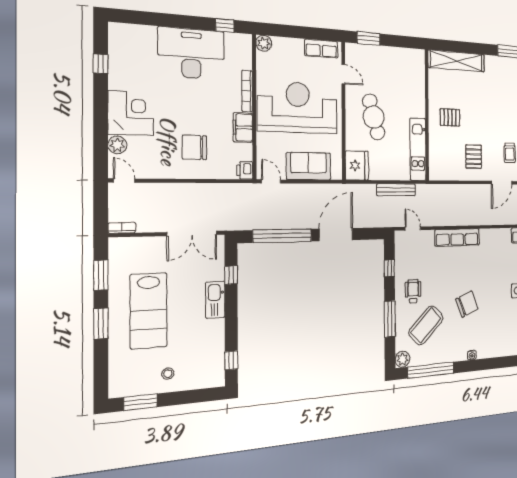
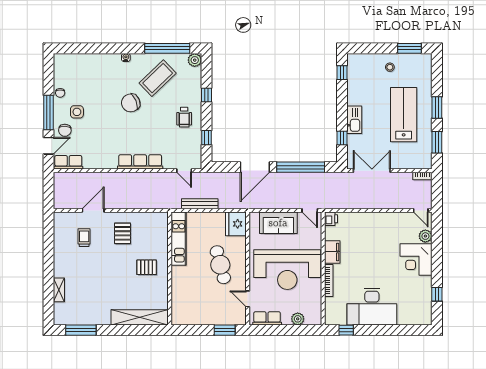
plant: (264, 43) -> (298, 319), moved
chair: (194, 147) -> (370, 236), removed
window: (390, 319) -> (207, 95), width x0.46
coffee table: (426, 325) -> (158, 78), moved

